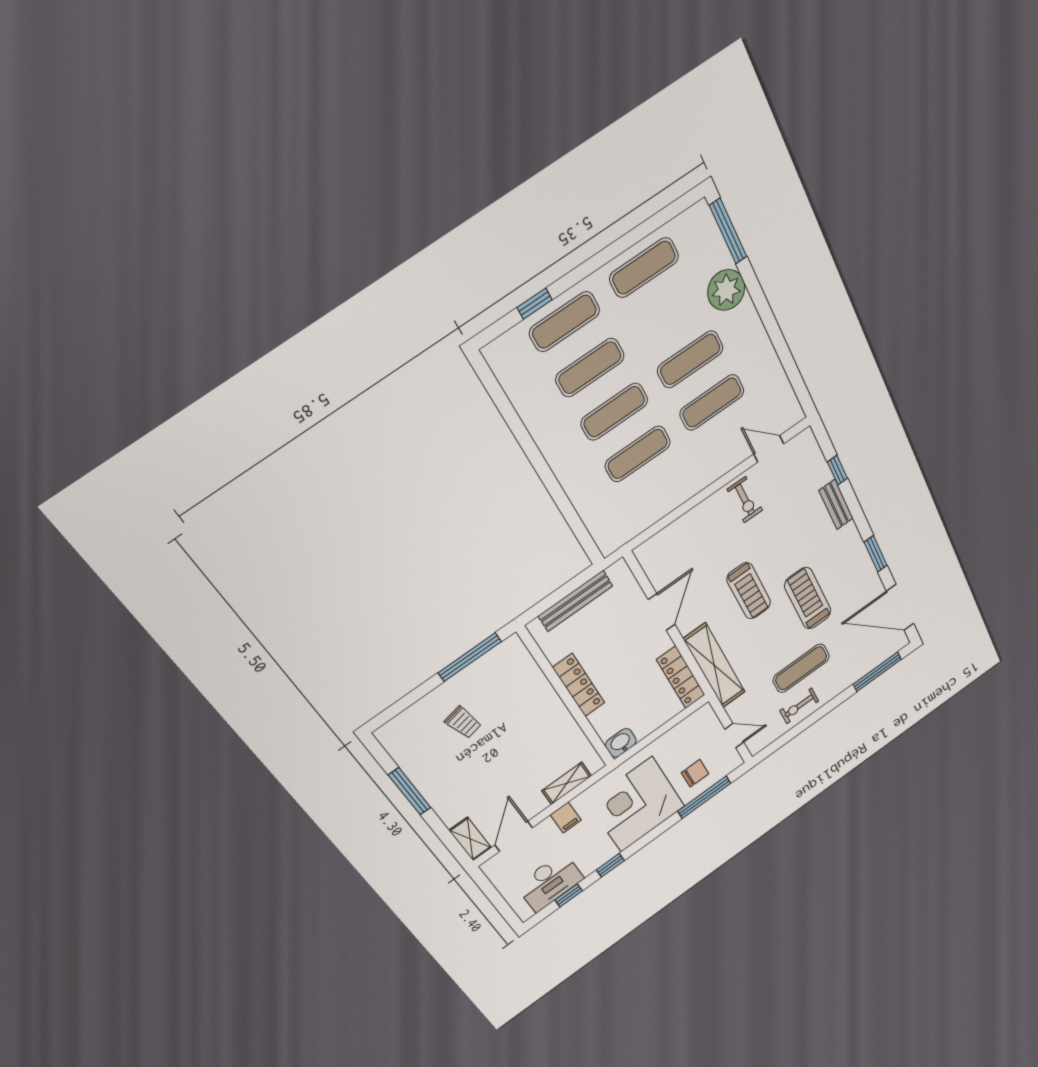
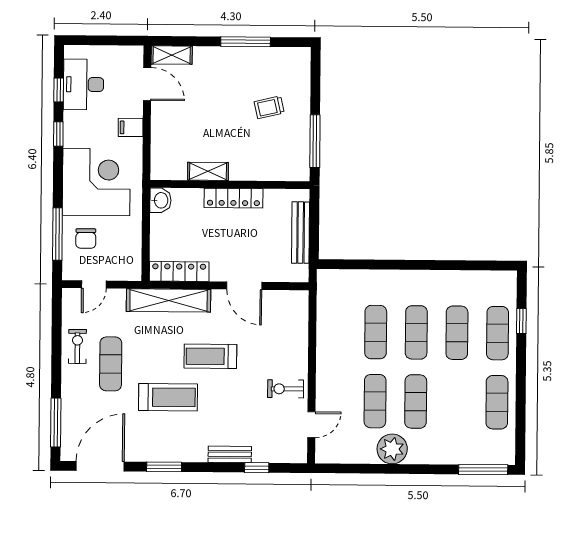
plant: (726, 290) -> (392, 449), moved
shelving: (567, 783) -> (208, 171), moved, turned 90

